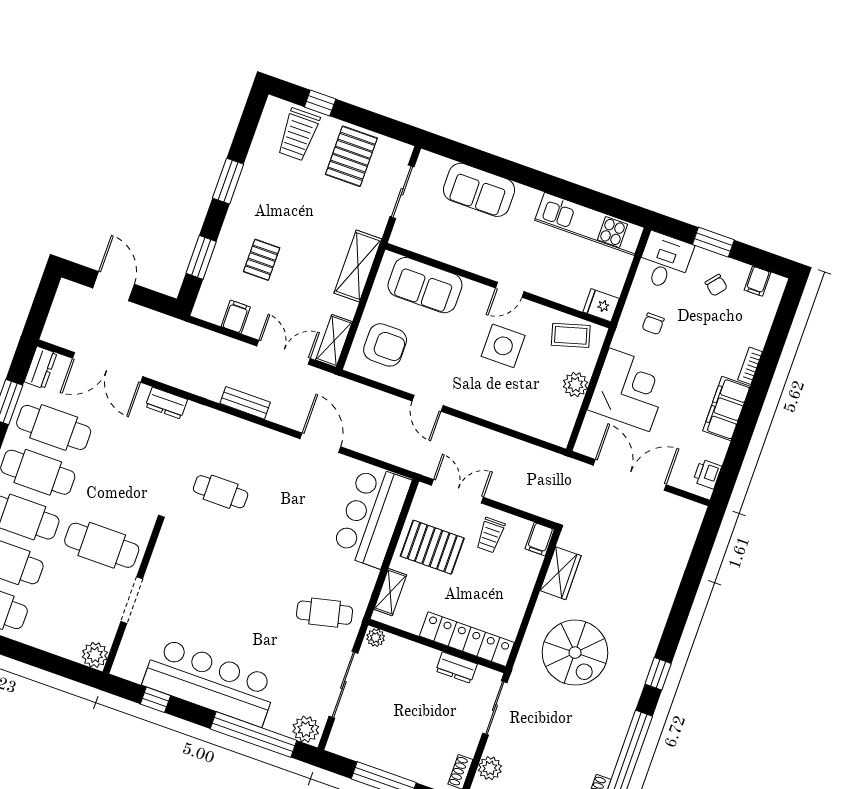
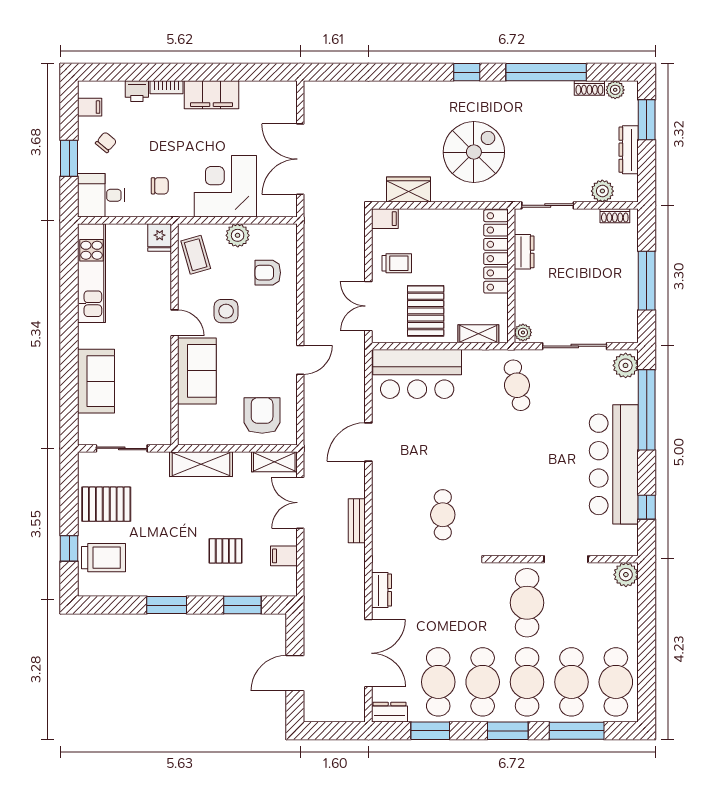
sofa: (425, 285) -> (197, 371), moved
side table: (503, 346) -> (226, 311), width x0.73, depth x0.73
armchair: (527, 402) -> (268, 273), added
printer: (707, 474) -> (137, 91), moved

